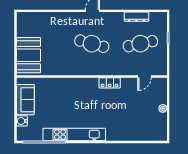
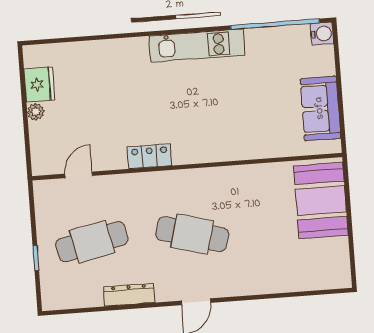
dresser: (137, 17) -> (129, 295), moved
water cooler: (22, 121) -> (322, 34), moved
fridge: (160, 121) -> (39, 84), added
kitchen unit: (74, 134) -> (197, 46), width x0.73

